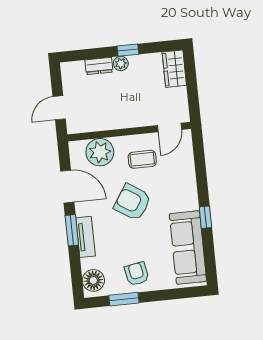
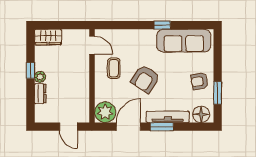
plant: (100, 152) -> (105, 112), moved
tv unit: (86, 237) -> (168, 117), width x1.41

